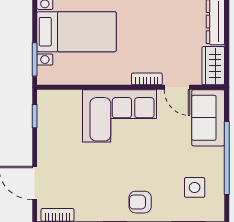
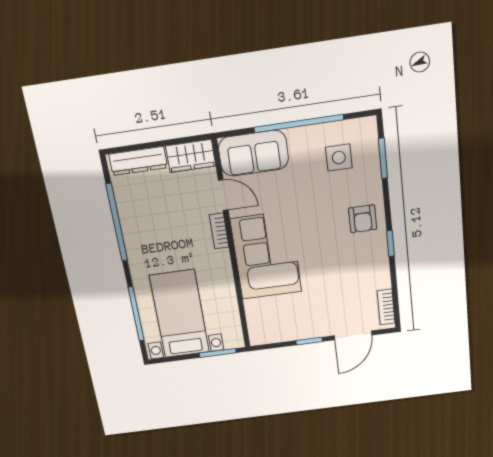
door: (177, 87) -> (223, 195), hinge flipped
window: (35, 116) -> (309, 341), moved

